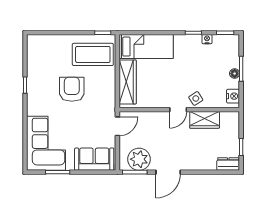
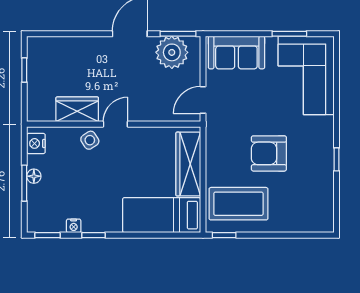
armchair: (72, 89) -> (269, 153), turned 90
dresser: (228, 164) -> (43, 45), removed

